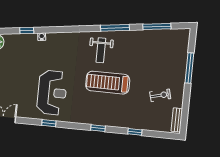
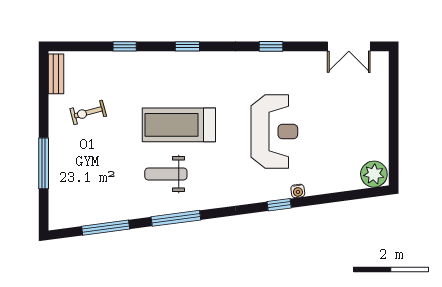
window: (27, 30) -> (279, 205), moved
weight bench: (101, 50) -> (166, 174), moved, turned -90
treadmill: (108, 83) -> (179, 125), turned 180
reception desk: (52, 93) -> (274, 132), moved, turned 180

